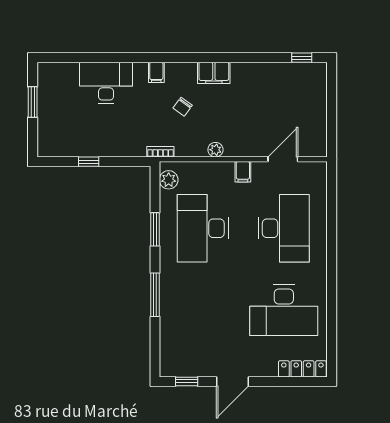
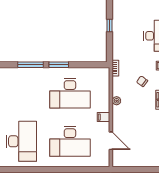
plant: (169, 180) -> (99, 73), removed
desk: (203, 228) -> (70, 93), turned 180
window: (155, 229) -> (59, 65), moved
desk: (284, 310) -> (21, 141), turned 180

